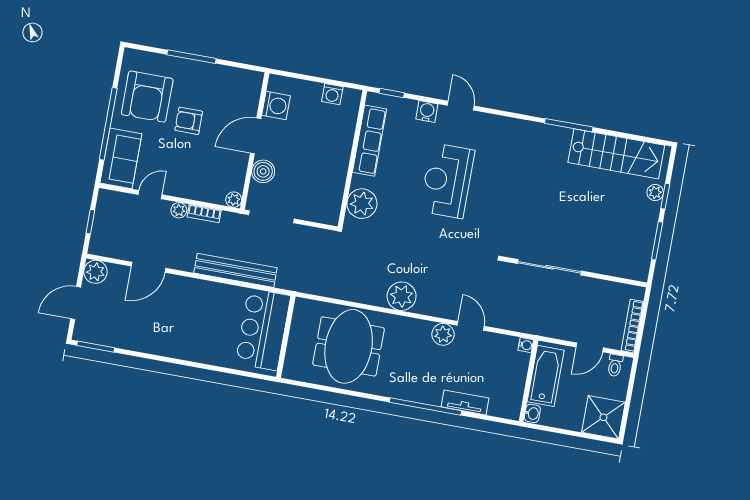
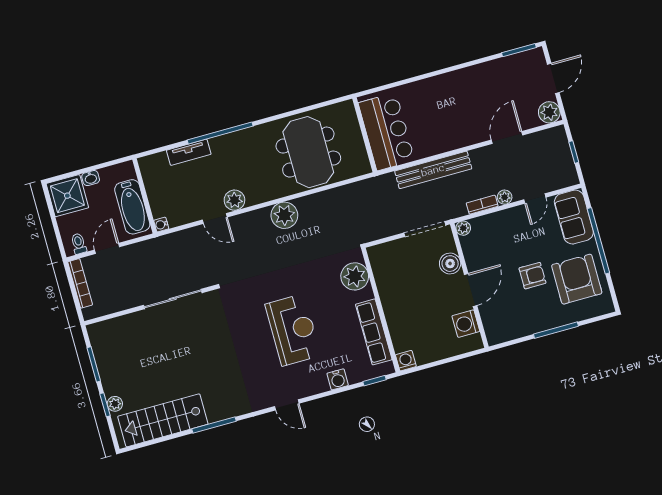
washing machine: (332, 94) -> (406, 361), moved
door: (461, 106) -> (287, 405), moved
washbasin: (532, 413) -> (91, 178), moved, turned -90

